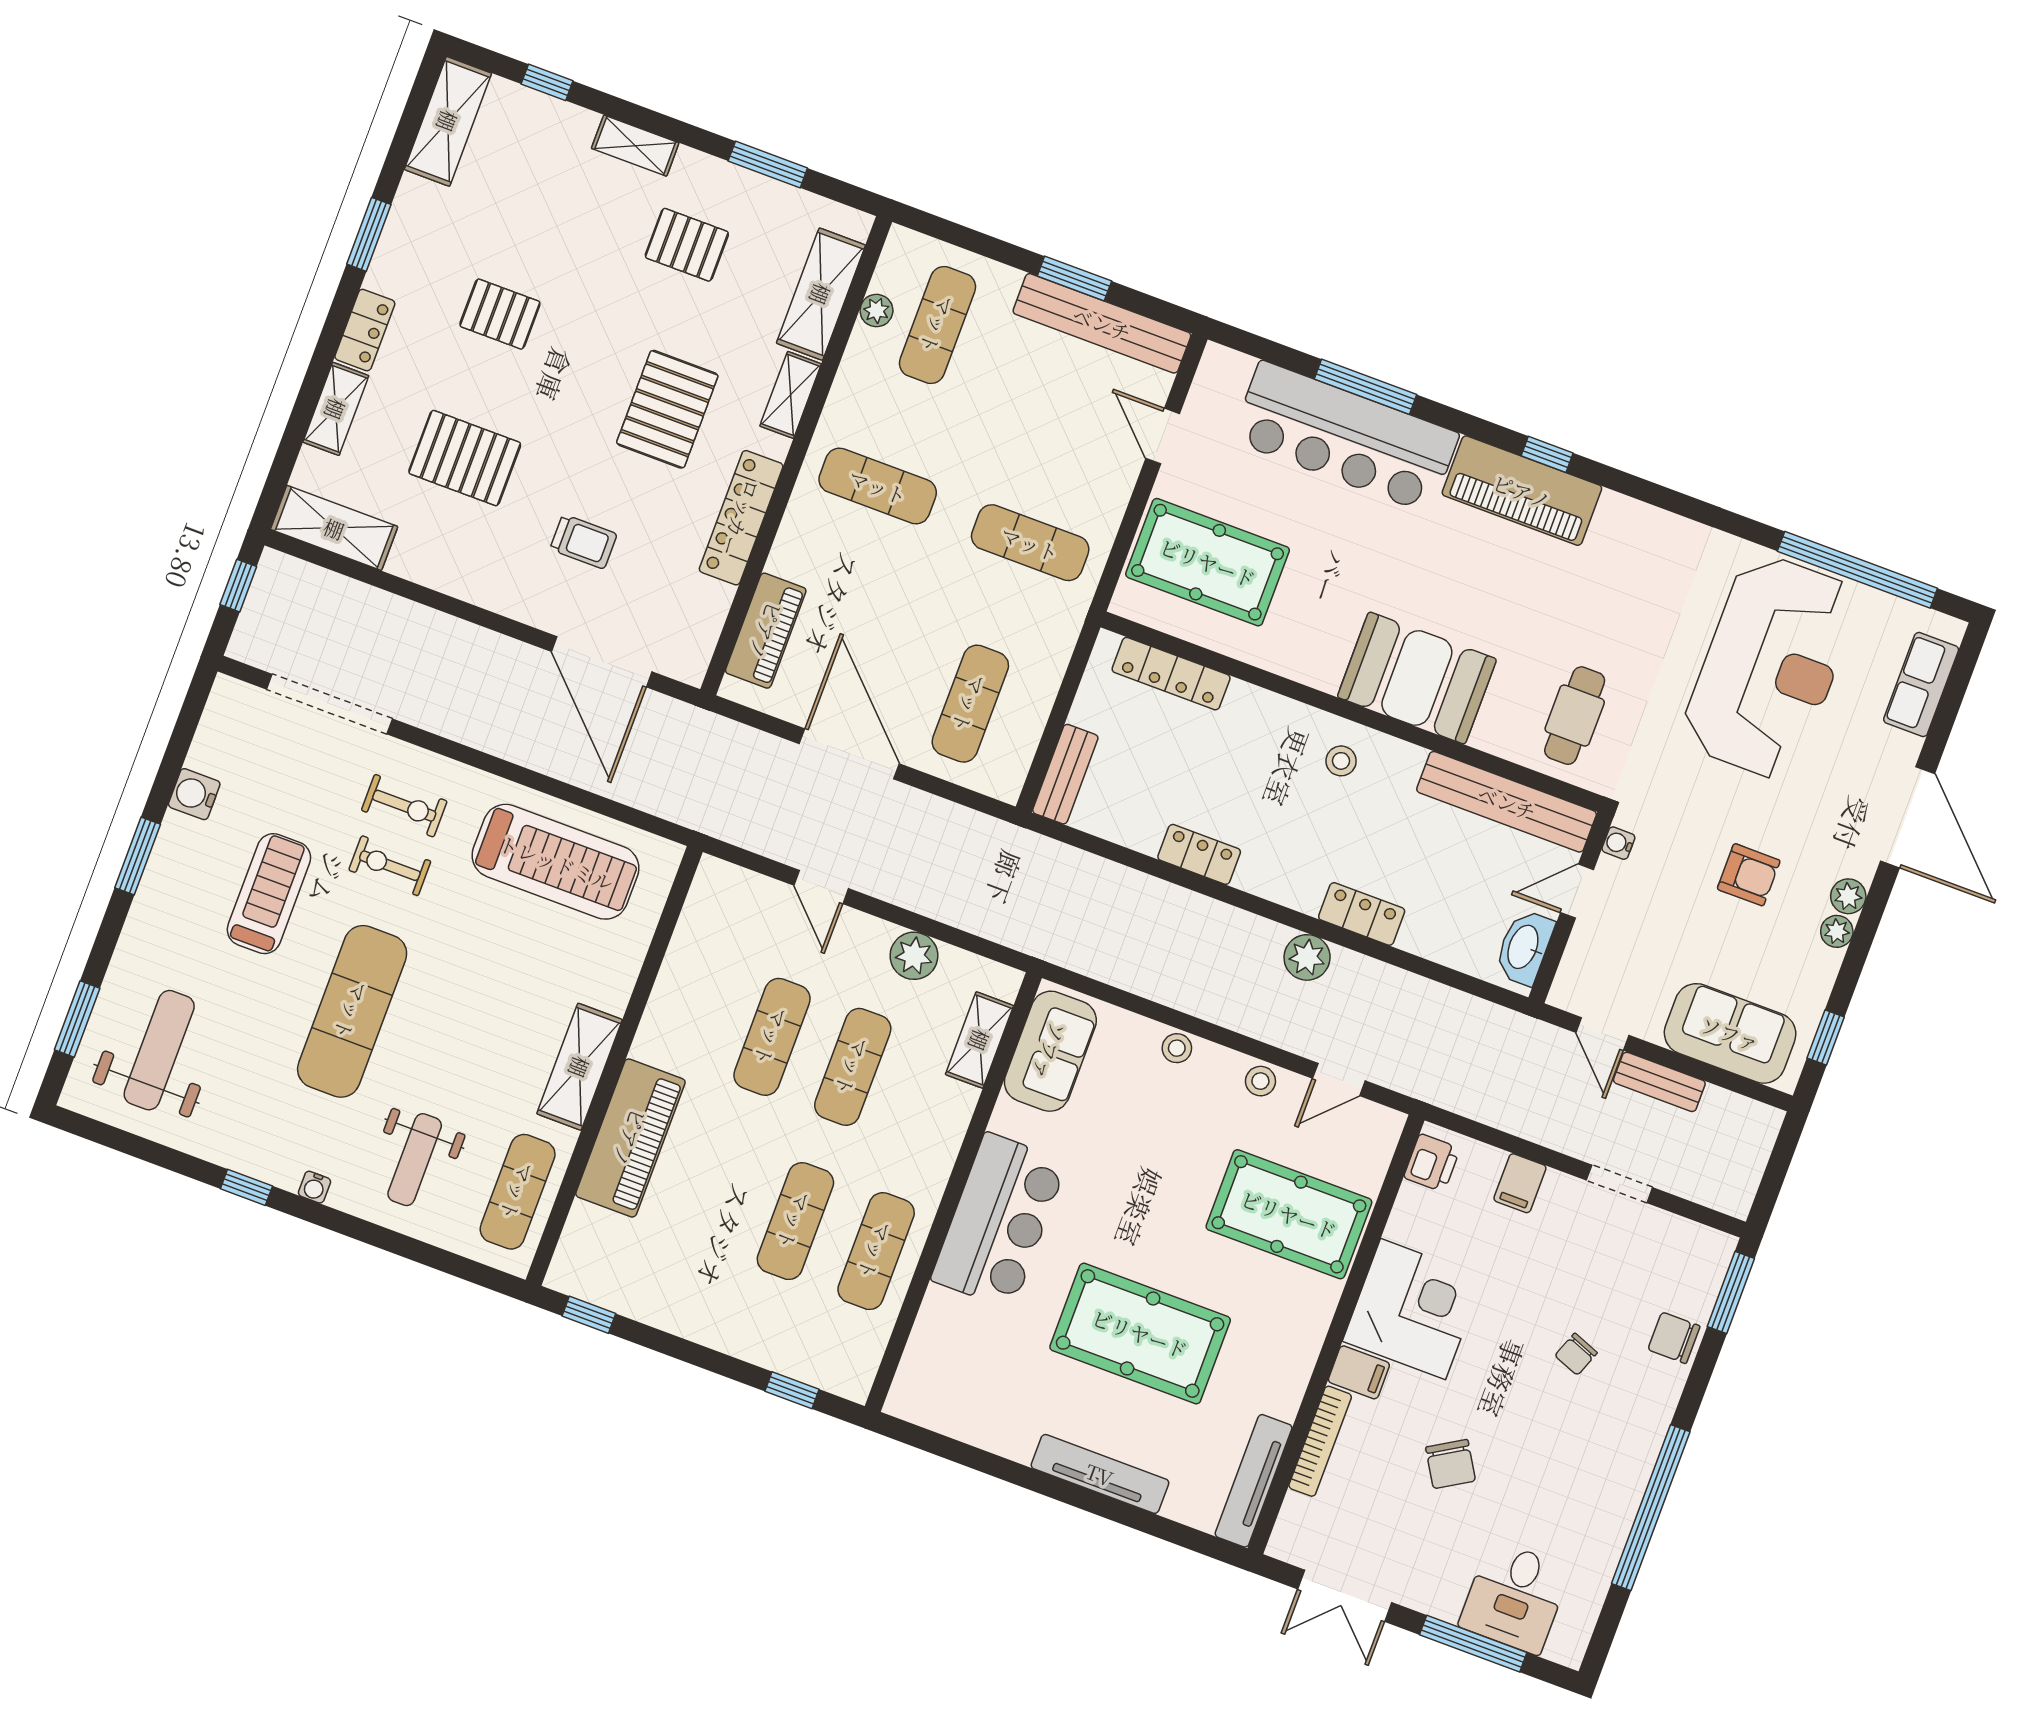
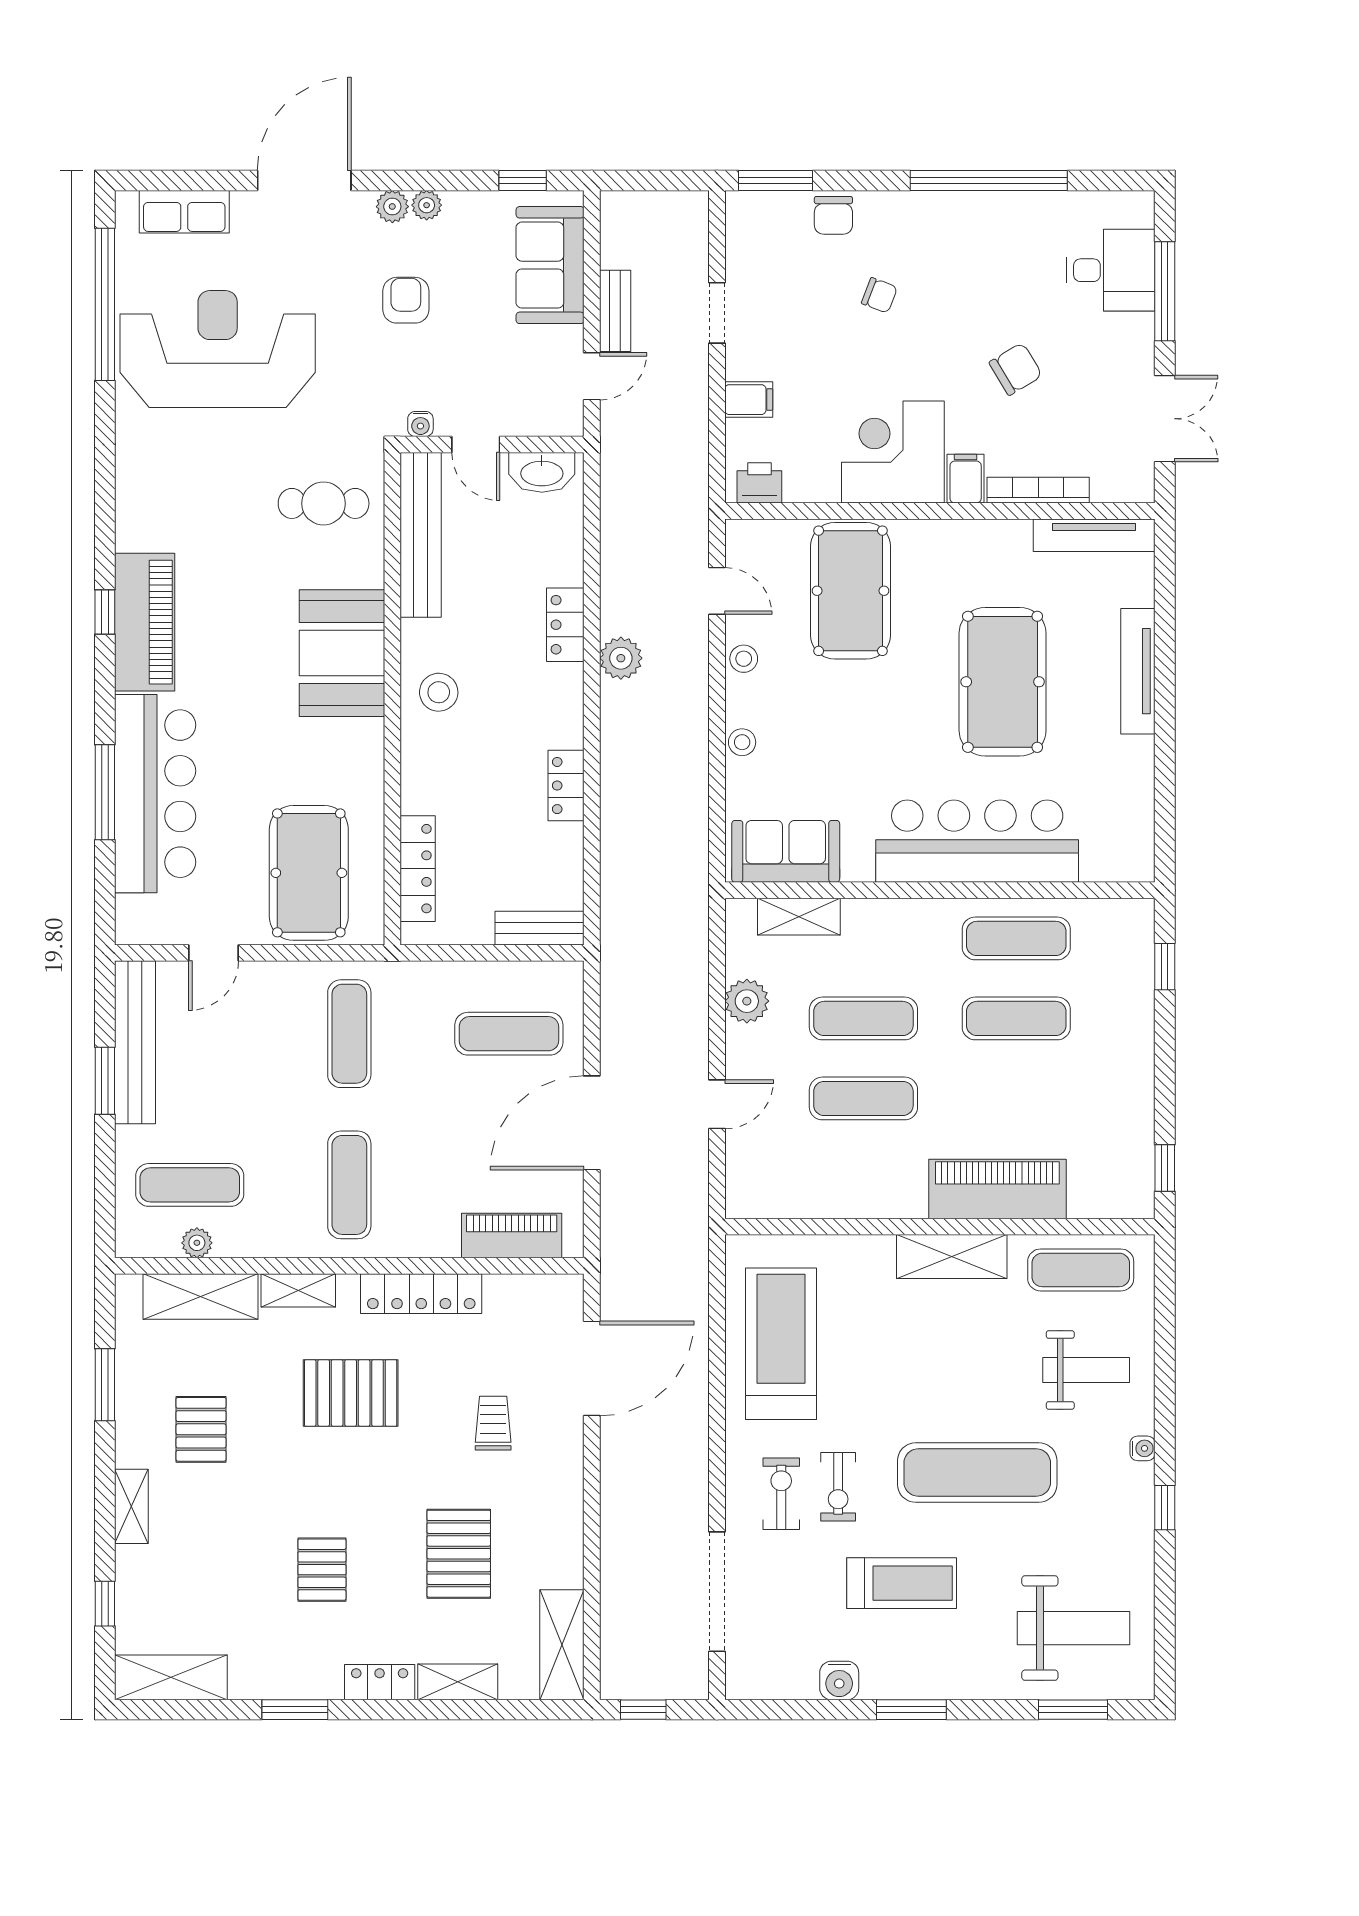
stool: (1341, 761) -> (439, 692), width x1.37, depth x1.37
treadmill: (269, 894) -> (902, 1583), turned 180
weight bench: (159, 1050) -> (1074, 1628), turned 180
bar counter: (999, 1221) -> (977, 841), width x1.36

